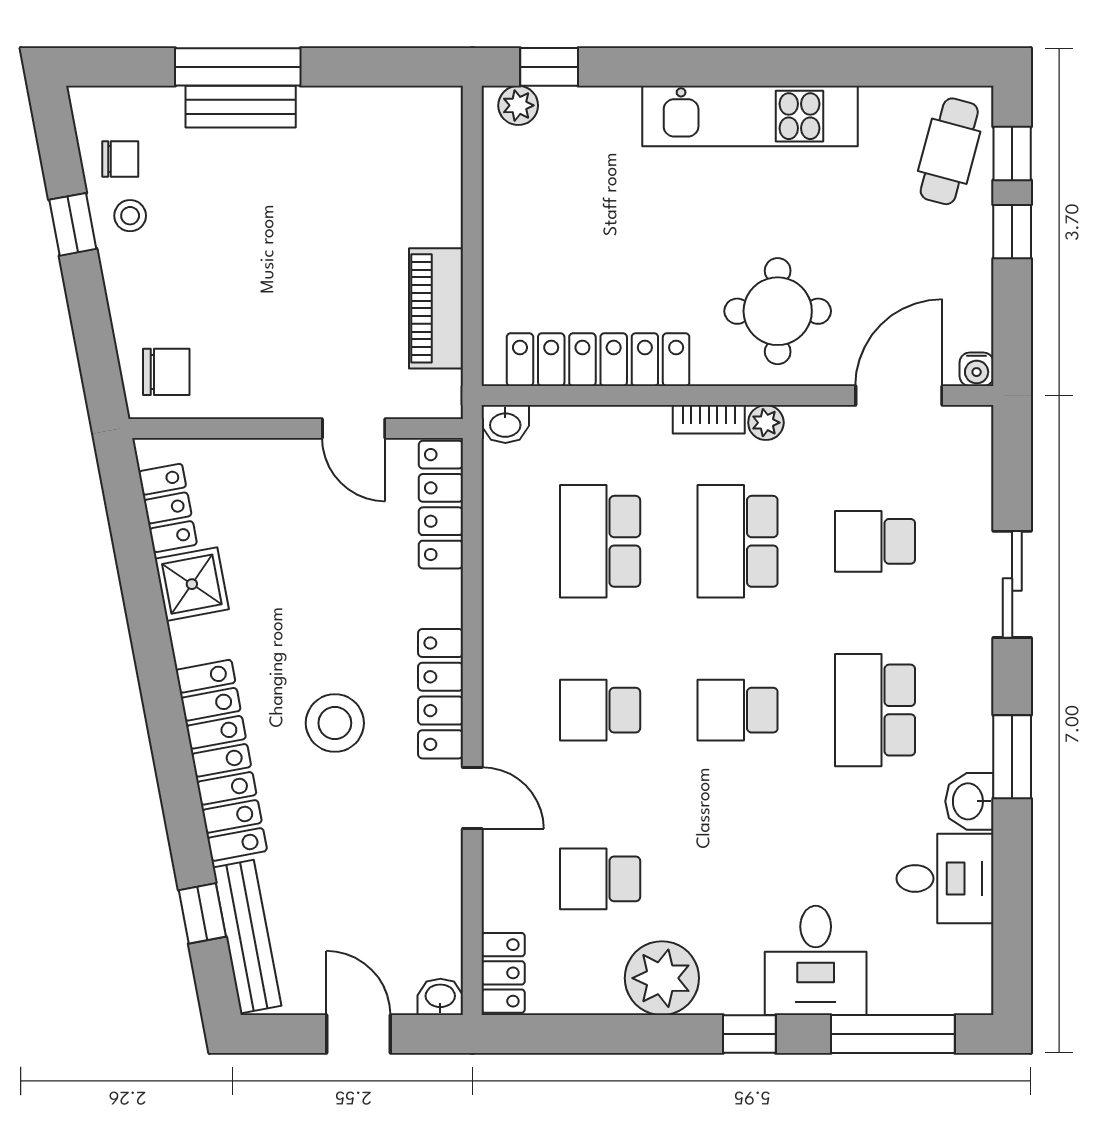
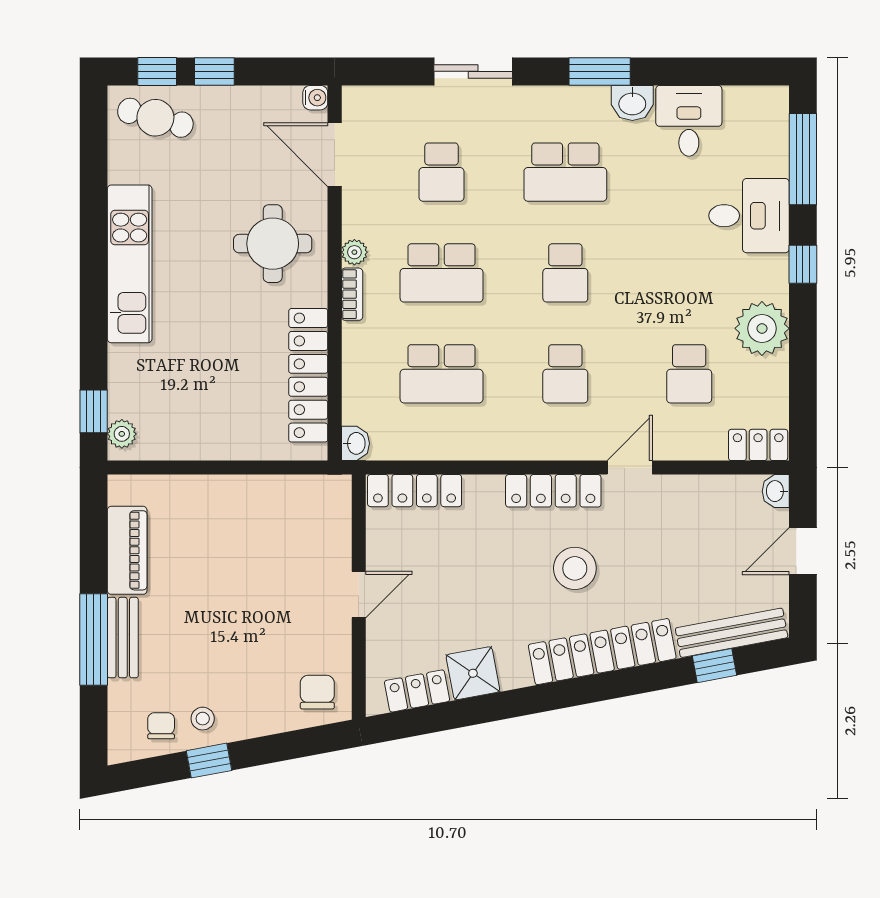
piano: (436, 308) -> (127, 550), moved, turned -90
door: (354, 428) -> (359, 595), moved

